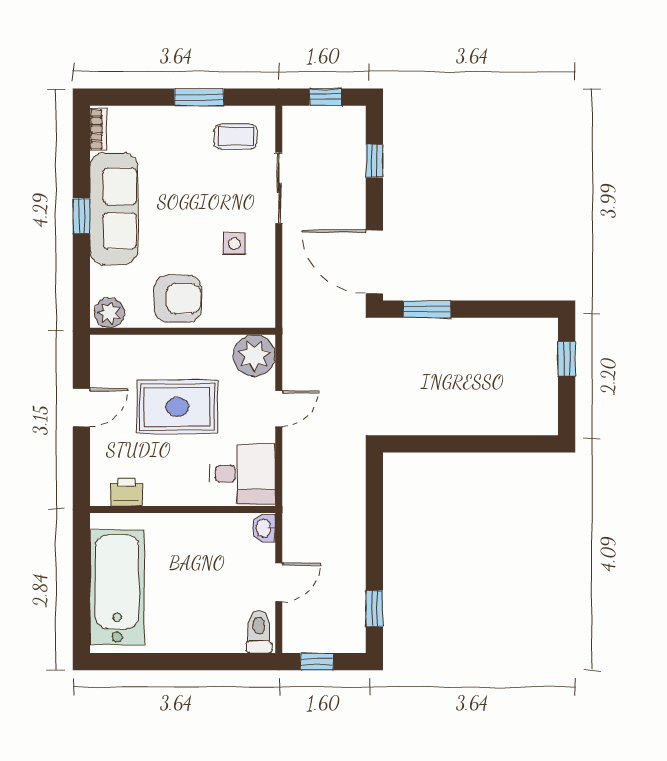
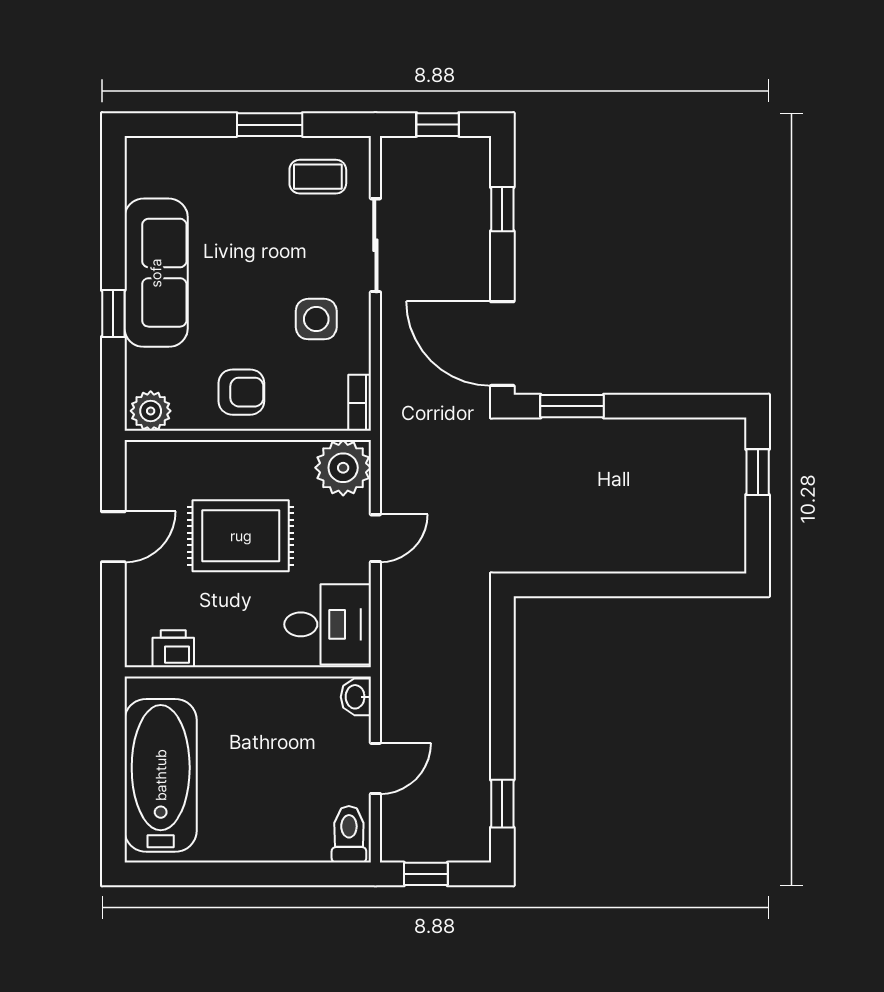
bookcase: (98, 129) -> (360, 403), moved, turned 180
window: (81, 216) -> (113, 313), moved
side table: (234, 244) -> (316, 319), width x1.37, depth x1.37
armchair: (178, 299) -> (241, 392), width x0.72, depth x0.72

